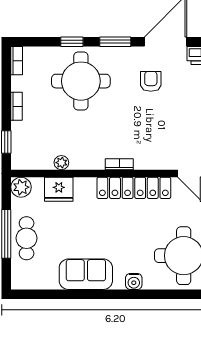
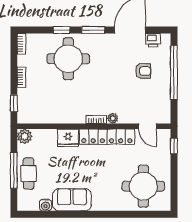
armchair: (151, 81) -> (143, 71), moved, turned 90
plant: (61, 163) -> (113, 118), moved
fridge: (59, 189) -> (68, 138), moved
water cooler: (134, 281) -> (45, 205), moved

